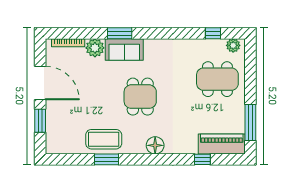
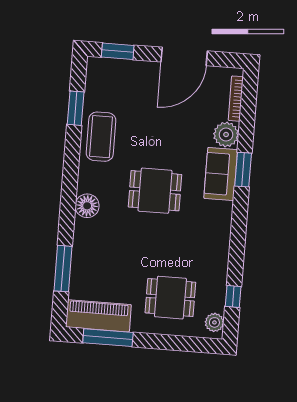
dining table: (217, 79) -> (170, 298), width x0.73
window: (40, 121) -> (118, 51), moved
piano: (222, 144) -> (98, 316), moved, turned -90
window: (106, 159) -> (76, 108), moved
window: (202, 159) -> (63, 269), width x2.17

